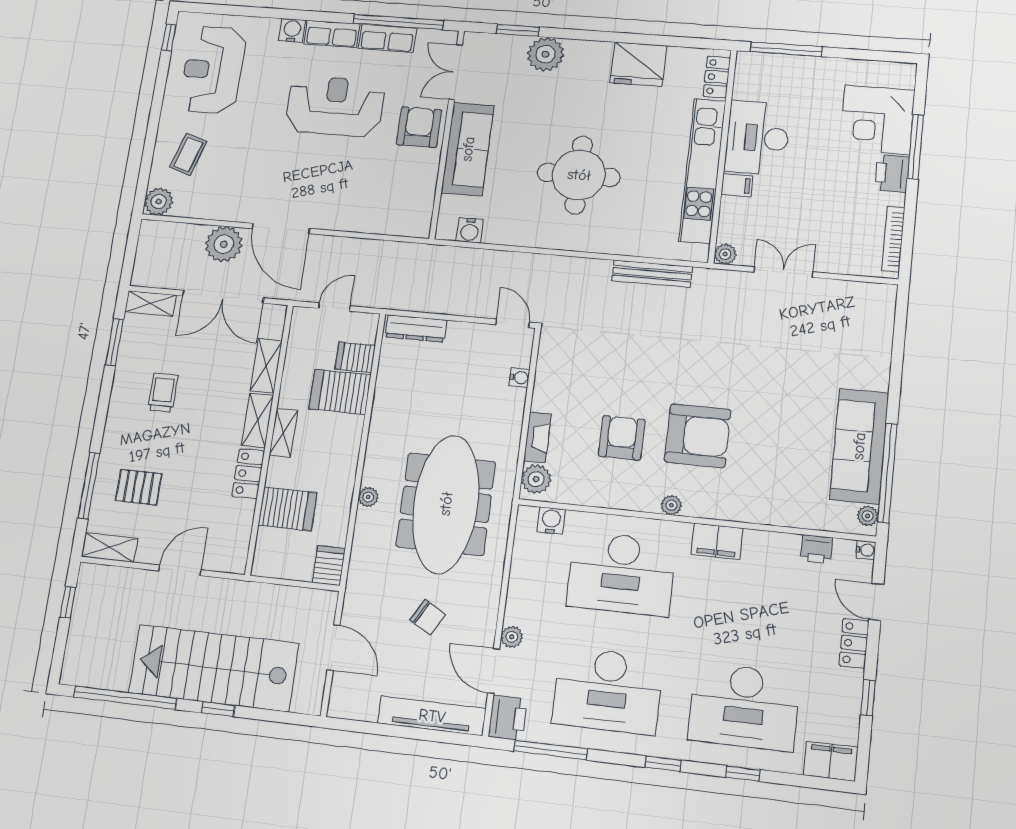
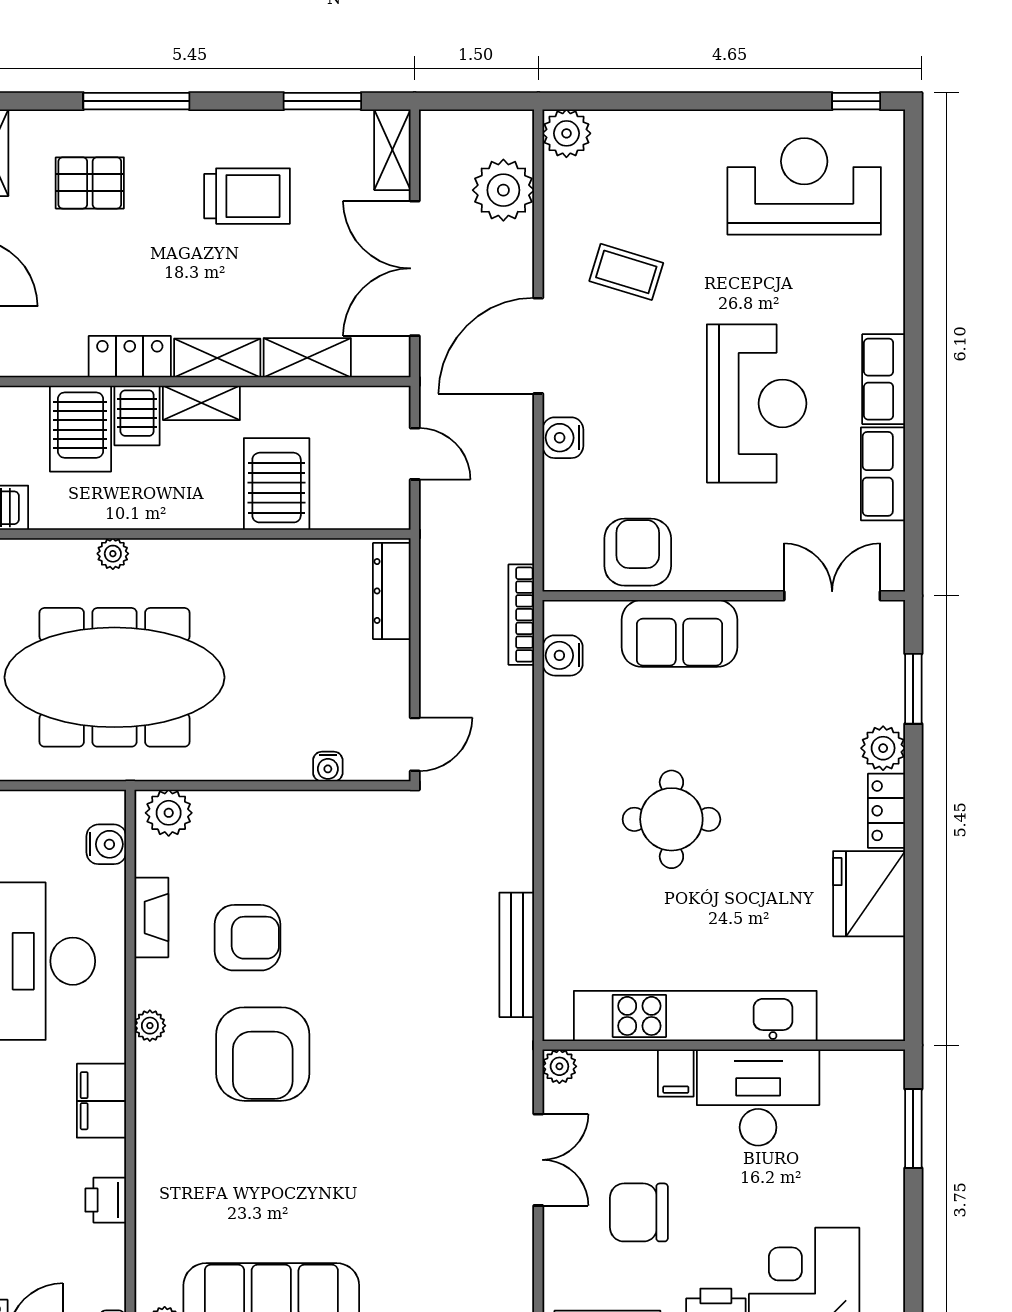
window: (398, 22) -> (913, 488), removed
water cooler: (292, 30) -> (563, 438), moved, turned 180
window: (786, 49) -> (913, 1128), width x0.69
plant: (546, 54) -> (883, 748), width x0.73, depth x0.73
locker: (717, 77) -> (887, 811), moved, turned -90
armchair: (419, 127) -> (638, 552), moved, turned -90
sofa: (468, 149) -> (679, 633), width x0.73
coffee table: (188, 154) -> (626, 272), moved
round table: (579, 175) -> (671, 819), width x0.73, depth x0.73
chair: (823, 214) -> (639, 1212), added
plant: (224, 244) -> (503, 190), moved
bookcase: (441, 253) -> (521, 615), added
server rack: (355, 357) -> (137, 416), moved, turned 180
trolley: (163, 392) -> (247, 196), width x1.36, depth x1.39
fireplace: (537, 437) -> (151, 917), moved, turned -90
window: (89, 486) -> (136, 101), moved
pallet: (139, 487) -> (90, 183), turned 90
printer: (817, 549) -> (106, 1200), moved

